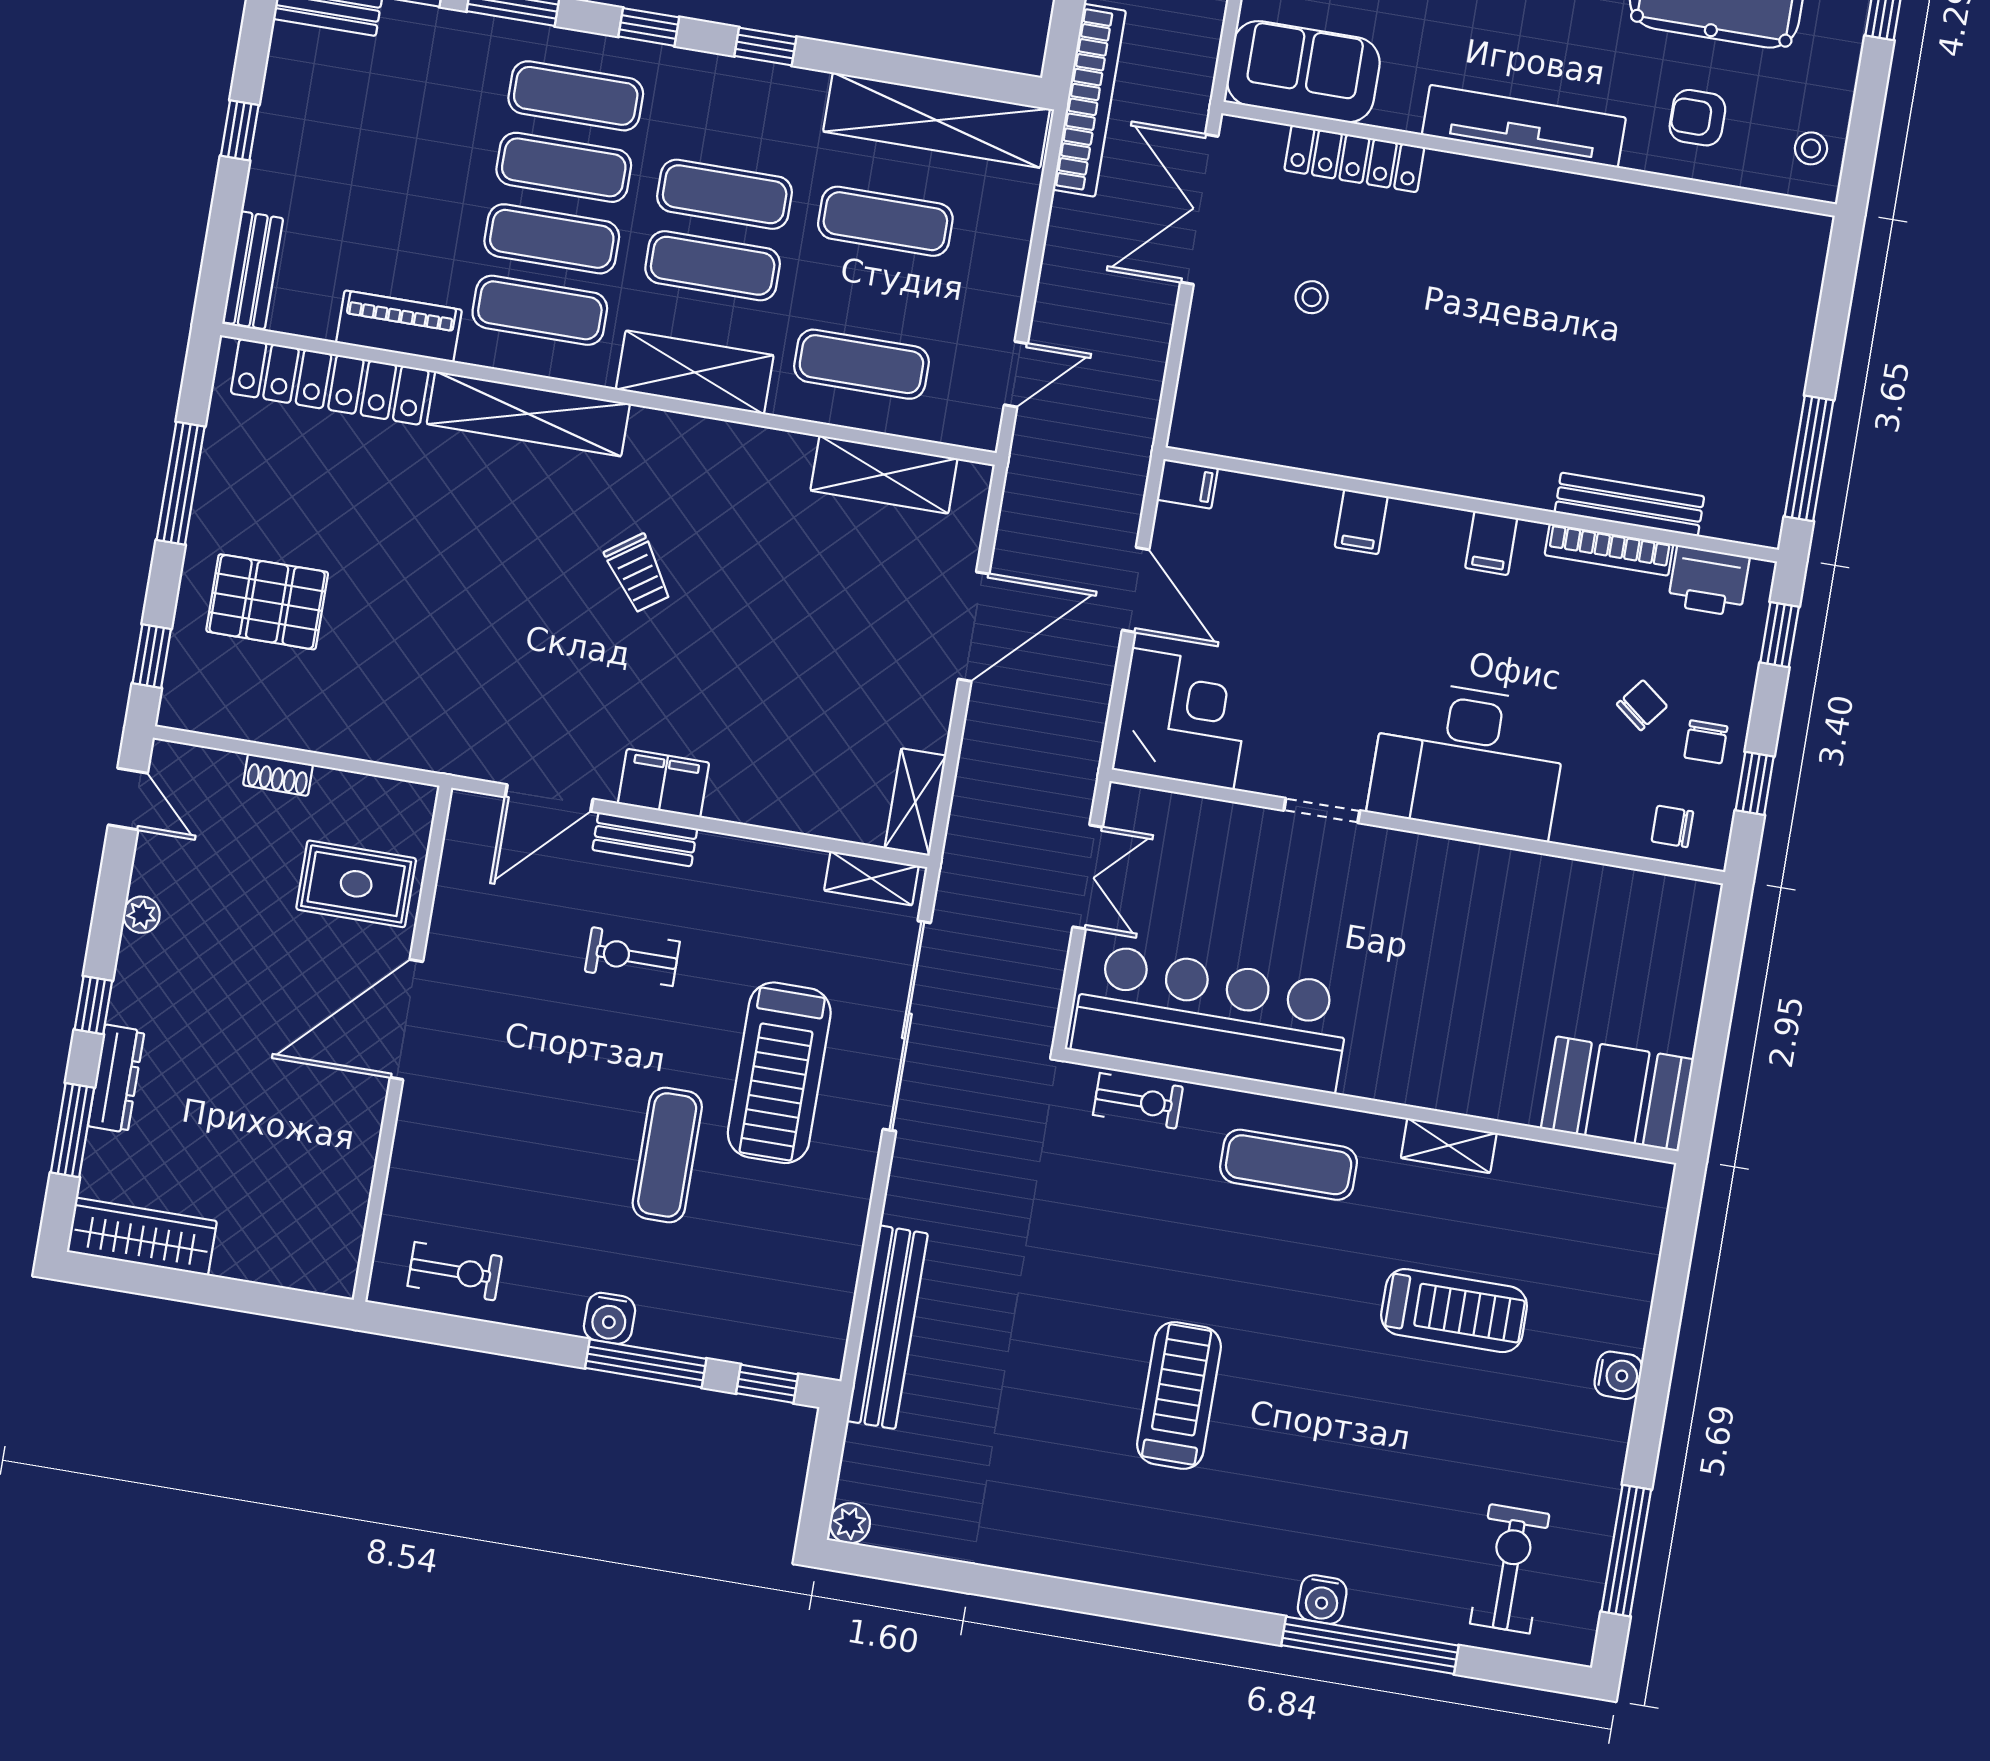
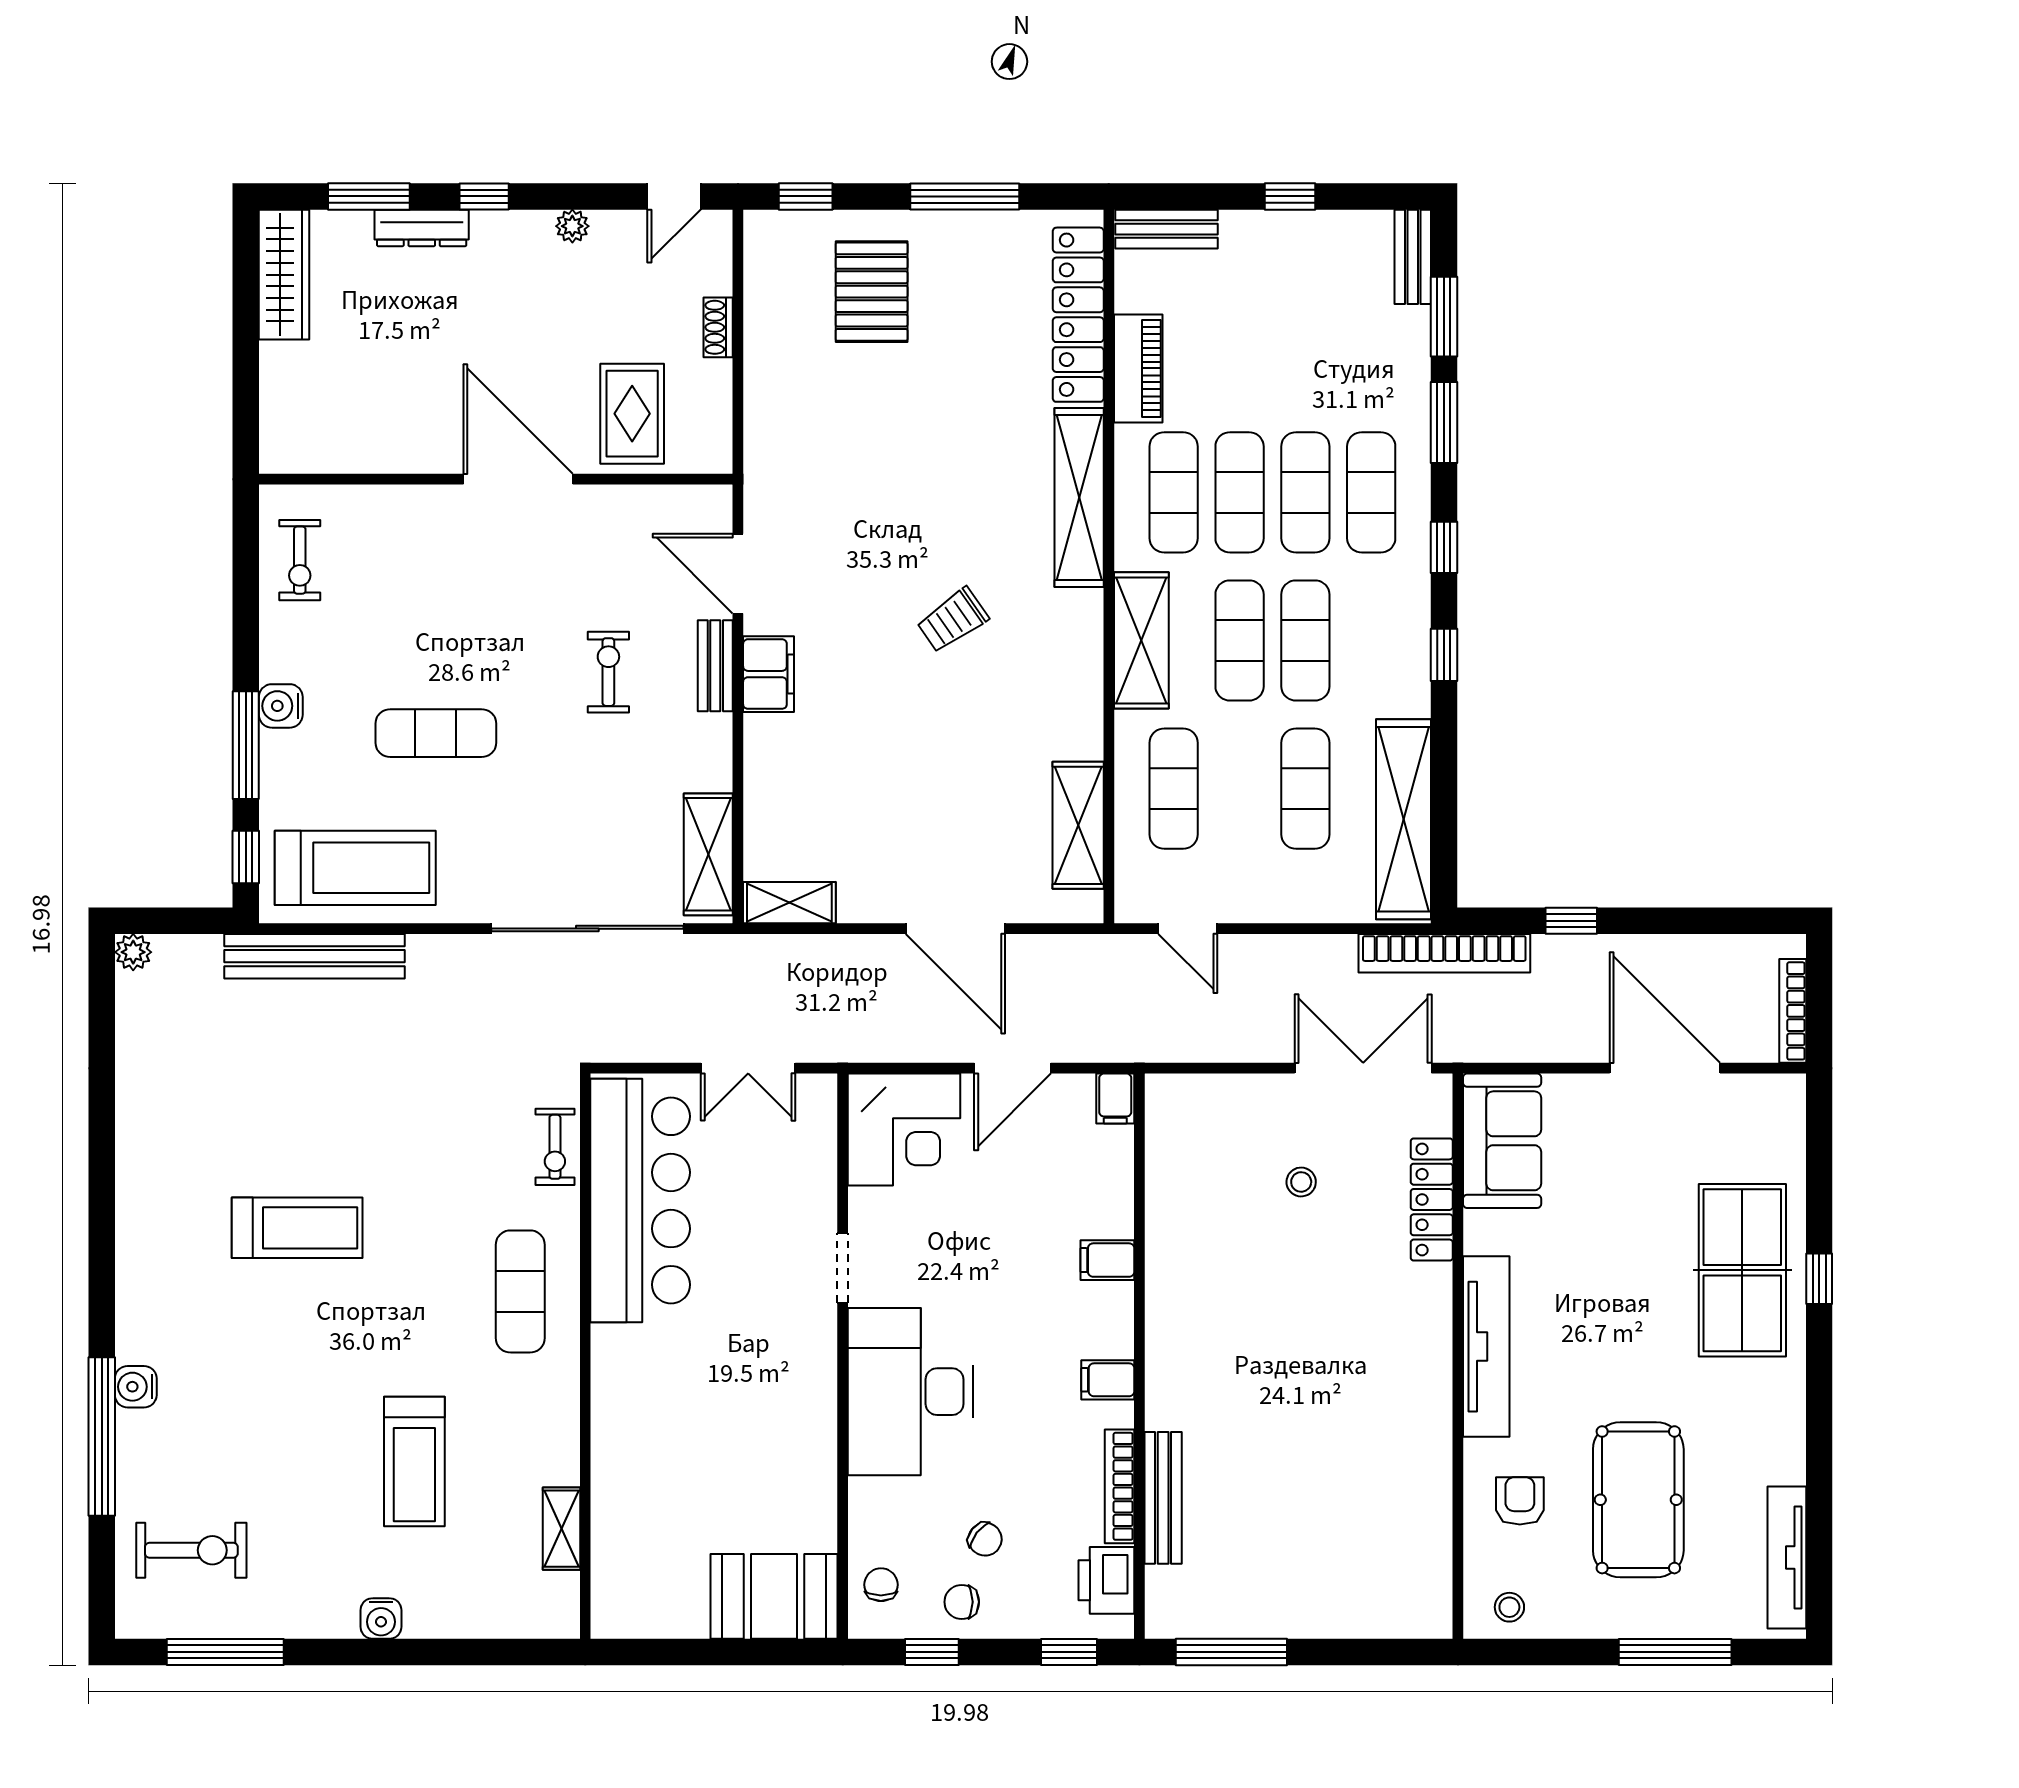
shelving: (871, 878) -> (708, 854), width x1.50, depth x1.33
treadmill: (779, 1073) -> (355, 868), moved, turned 180
booth: (1617, 1094) -> (774, 1596), moved, turned 90
shelving: (1449, 1146) -> (561, 1529), moved

